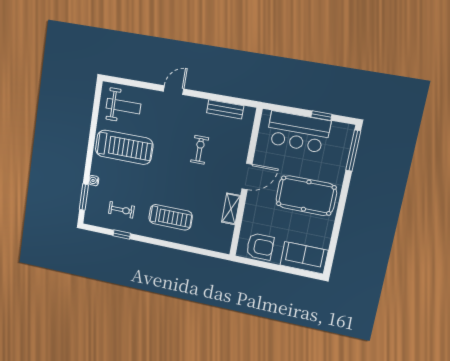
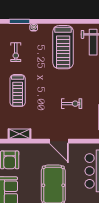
shelving: (231, 209) -> (20, 134), moved

